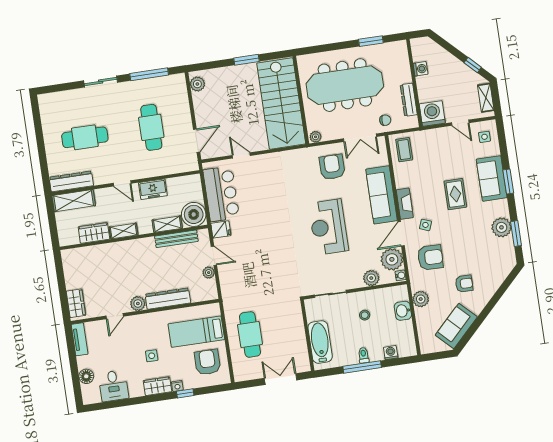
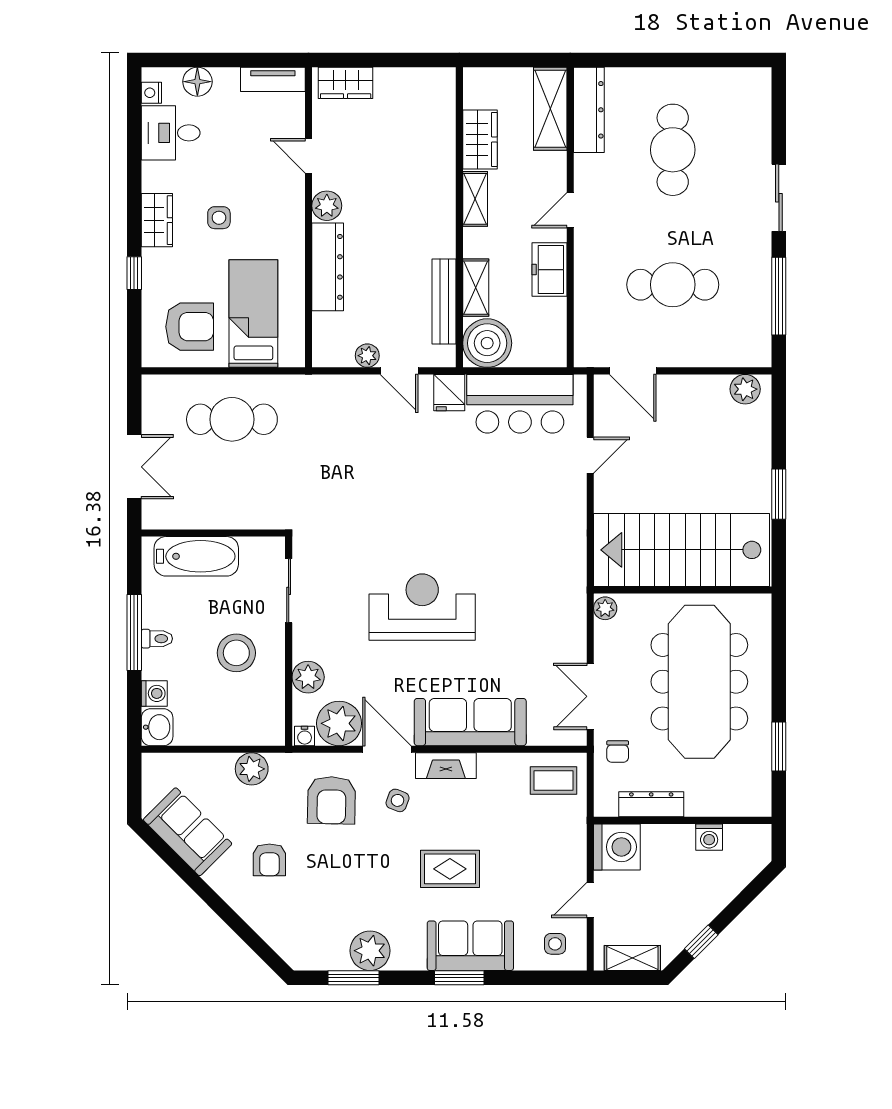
armchair: (332, 167) -> (540, 632), removed
door: (214, 256) -> (399, 371), hinge flipped
washbasin: (403, 311) -> (157, 727), moved, turned 90
stool: (365, 315) -> (236, 653), width x1.89, depth x1.89
nightstand: (177, 386) -> (151, 93), moved

